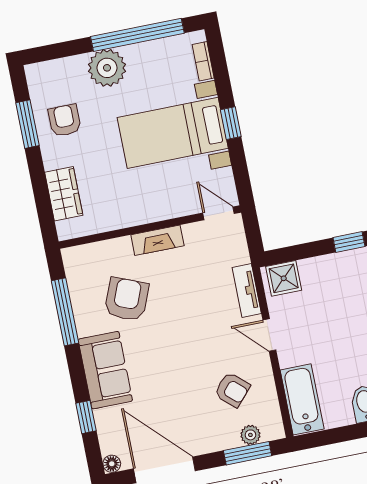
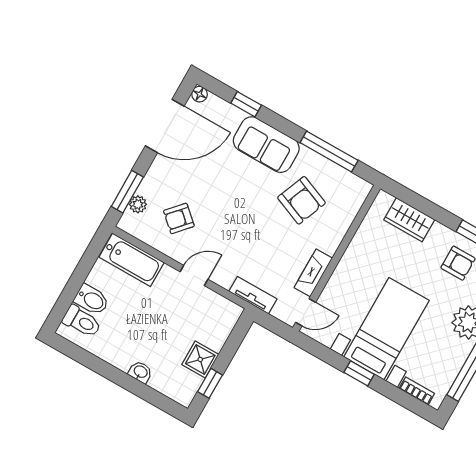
fireplace: (157, 240) -> (313, 273), moved
shower: (284, 278) -> (200, 359), moved
tv unit: (247, 290) -> (253, 295), moved

